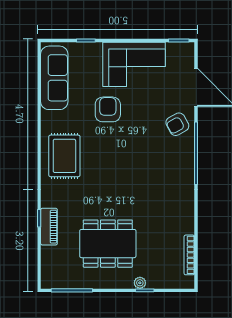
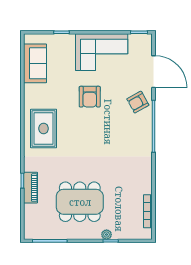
sofa: (54, 78) -> (35, 63), width x0.73
armchair: (108, 109) -> (90, 97), moved, turned 180

